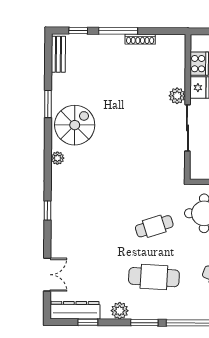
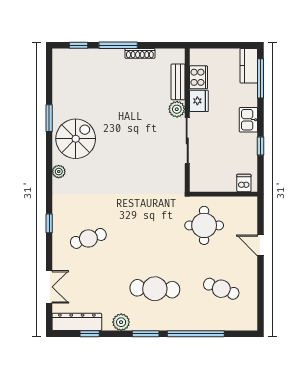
bench: (58, 54) -> (178, 82), moved
cafe table: (154, 226) -> (88, 238), moved

